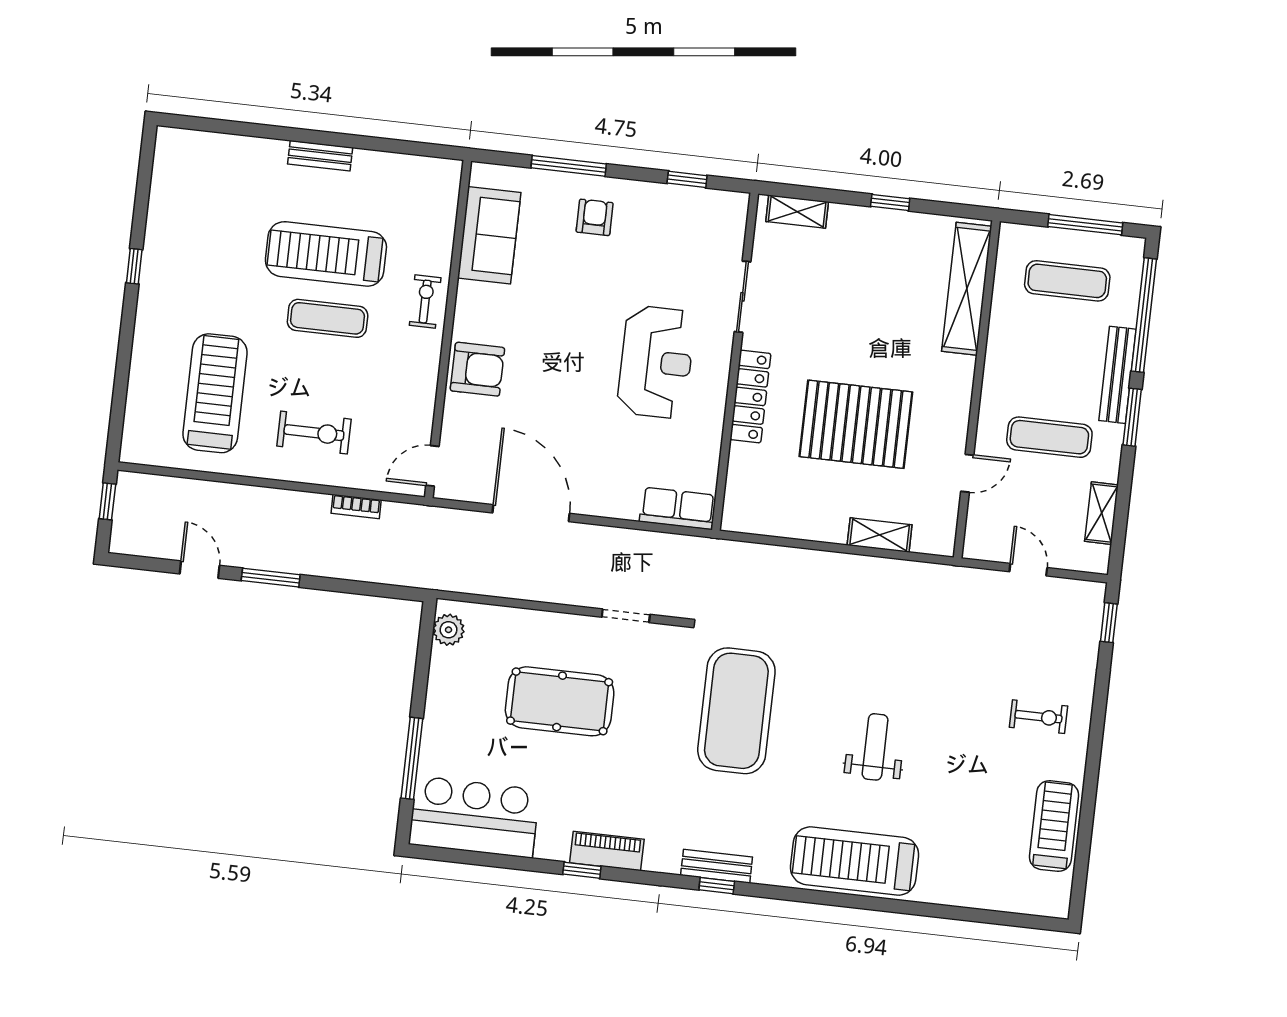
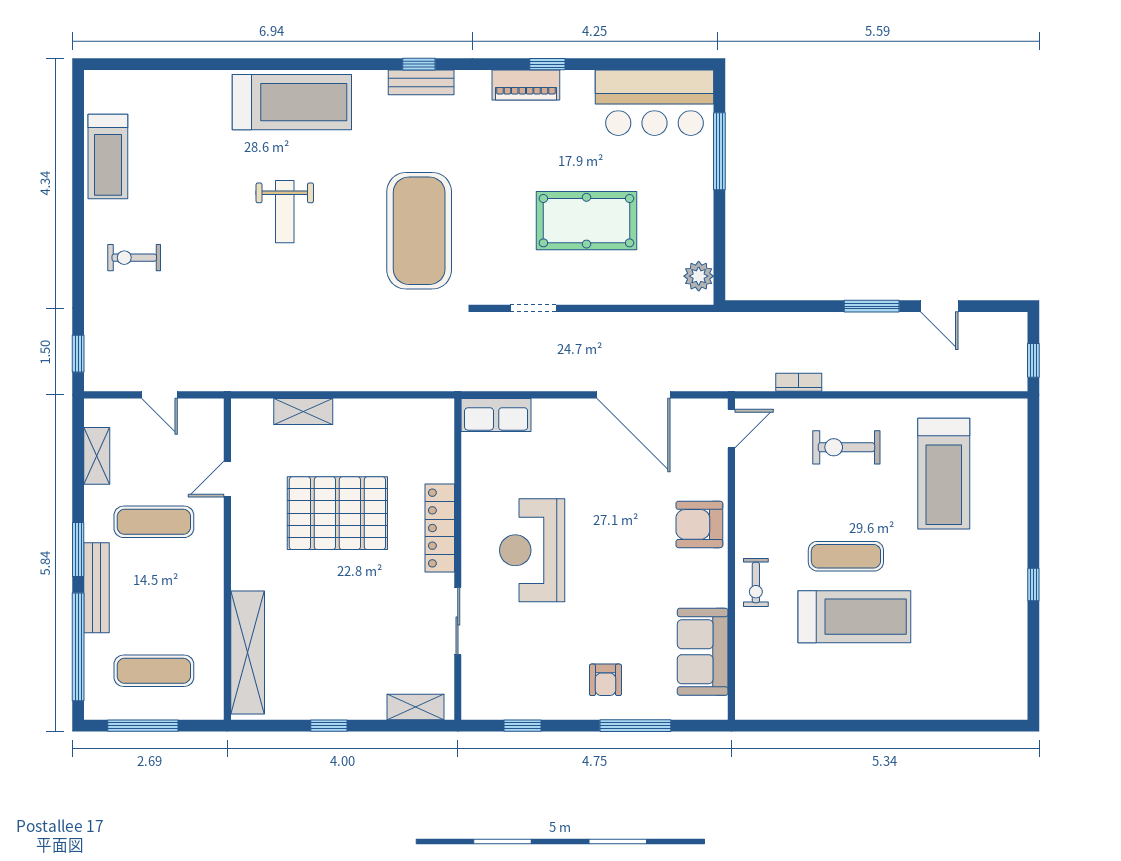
bench: (320, 156) -> (870, 708), removed

